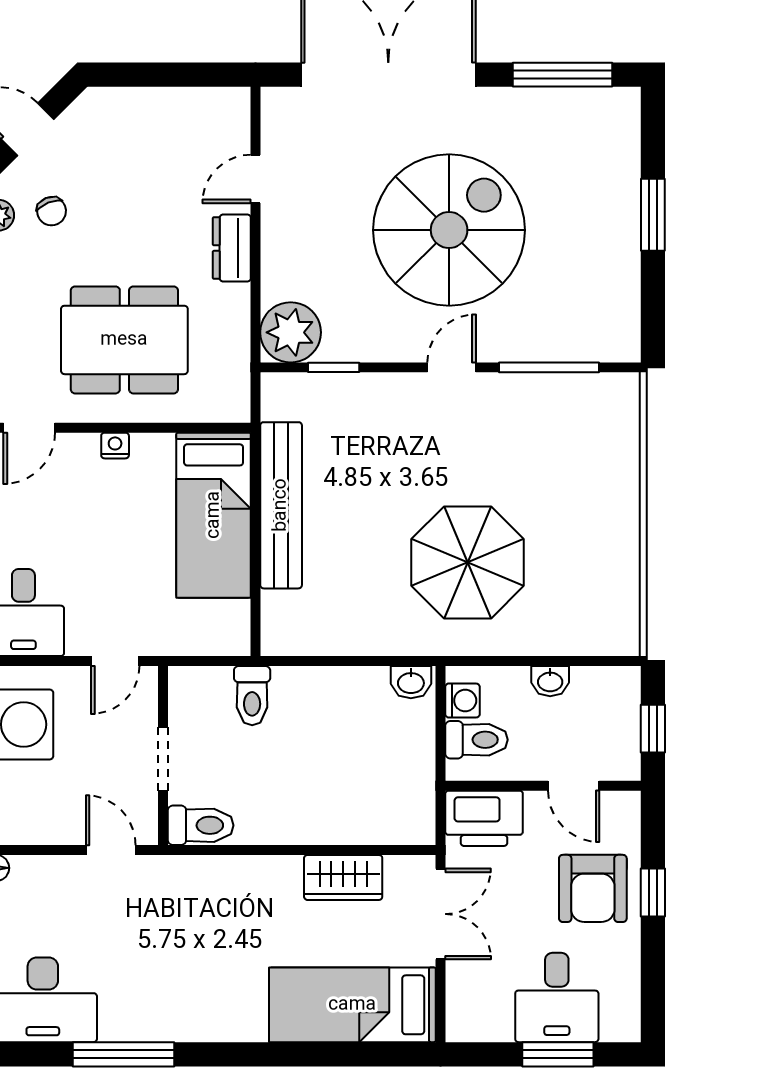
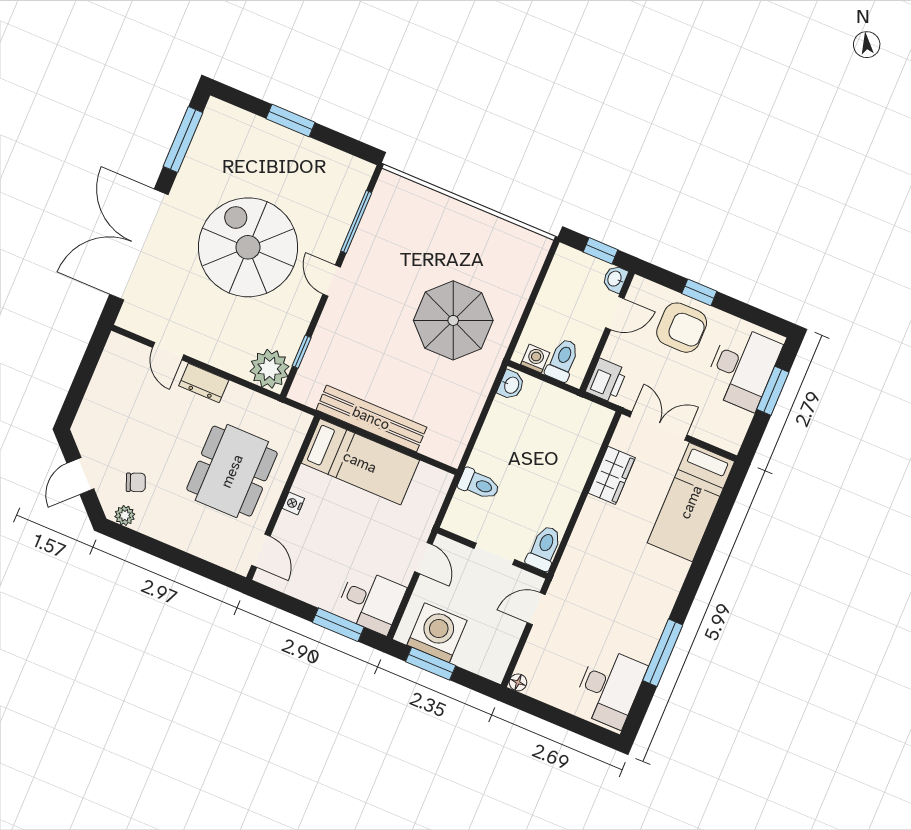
washbasin: (550, 681) -> (615, 279), moved, turned 180
printer: (484, 818) -> (606, 381), width x0.73, depth x0.84
desk: (557, 997) -> (742, 368), width x1.37

